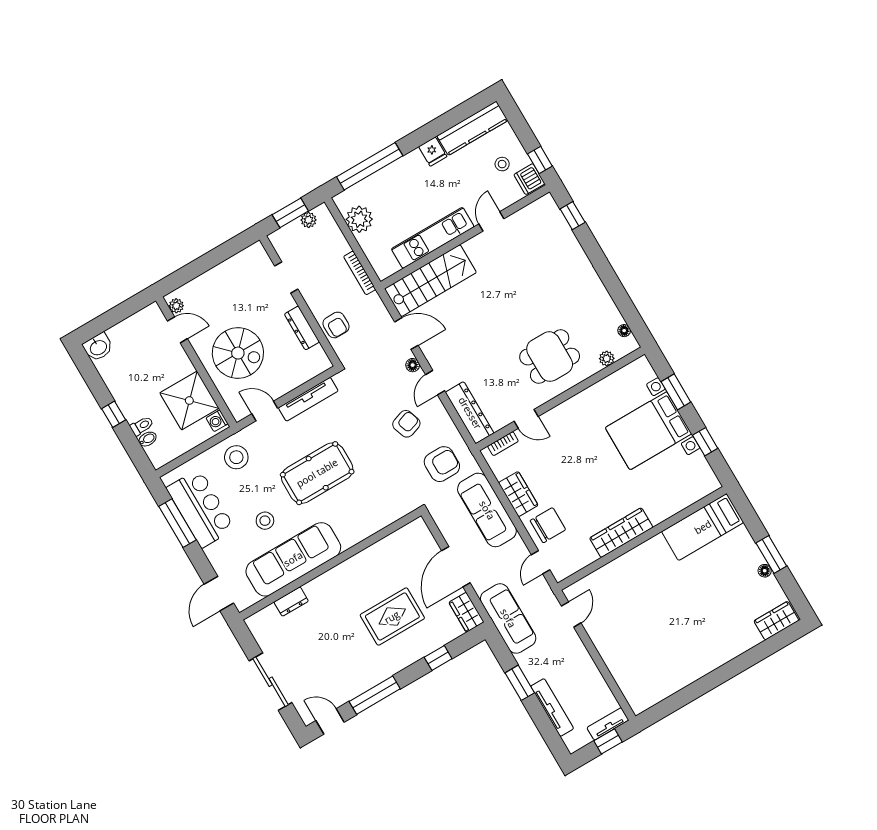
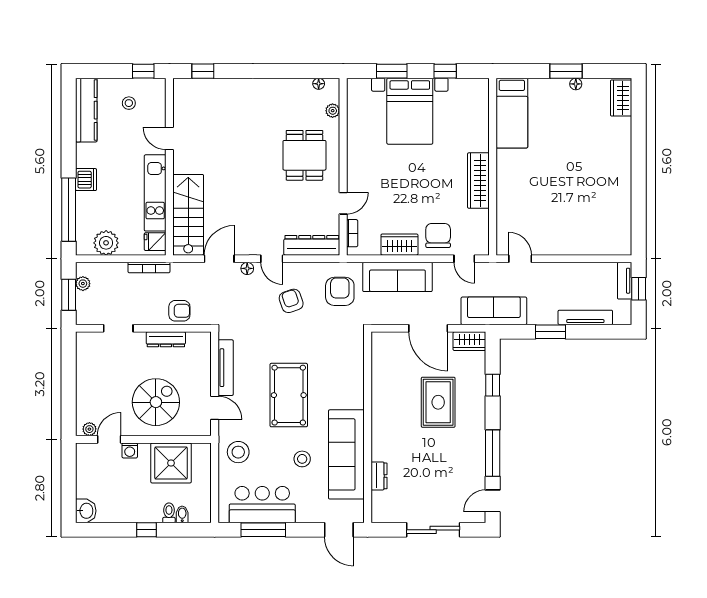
fridge: (433, 152) -> (155, 242), moved, turned 180
dishwasher: (529, 179) -> (86, 180), moved, turned -90
door: (265, 411) -> (215, 408), swing flipped
washing machine: (217, 421) -> (130, 450), moved

